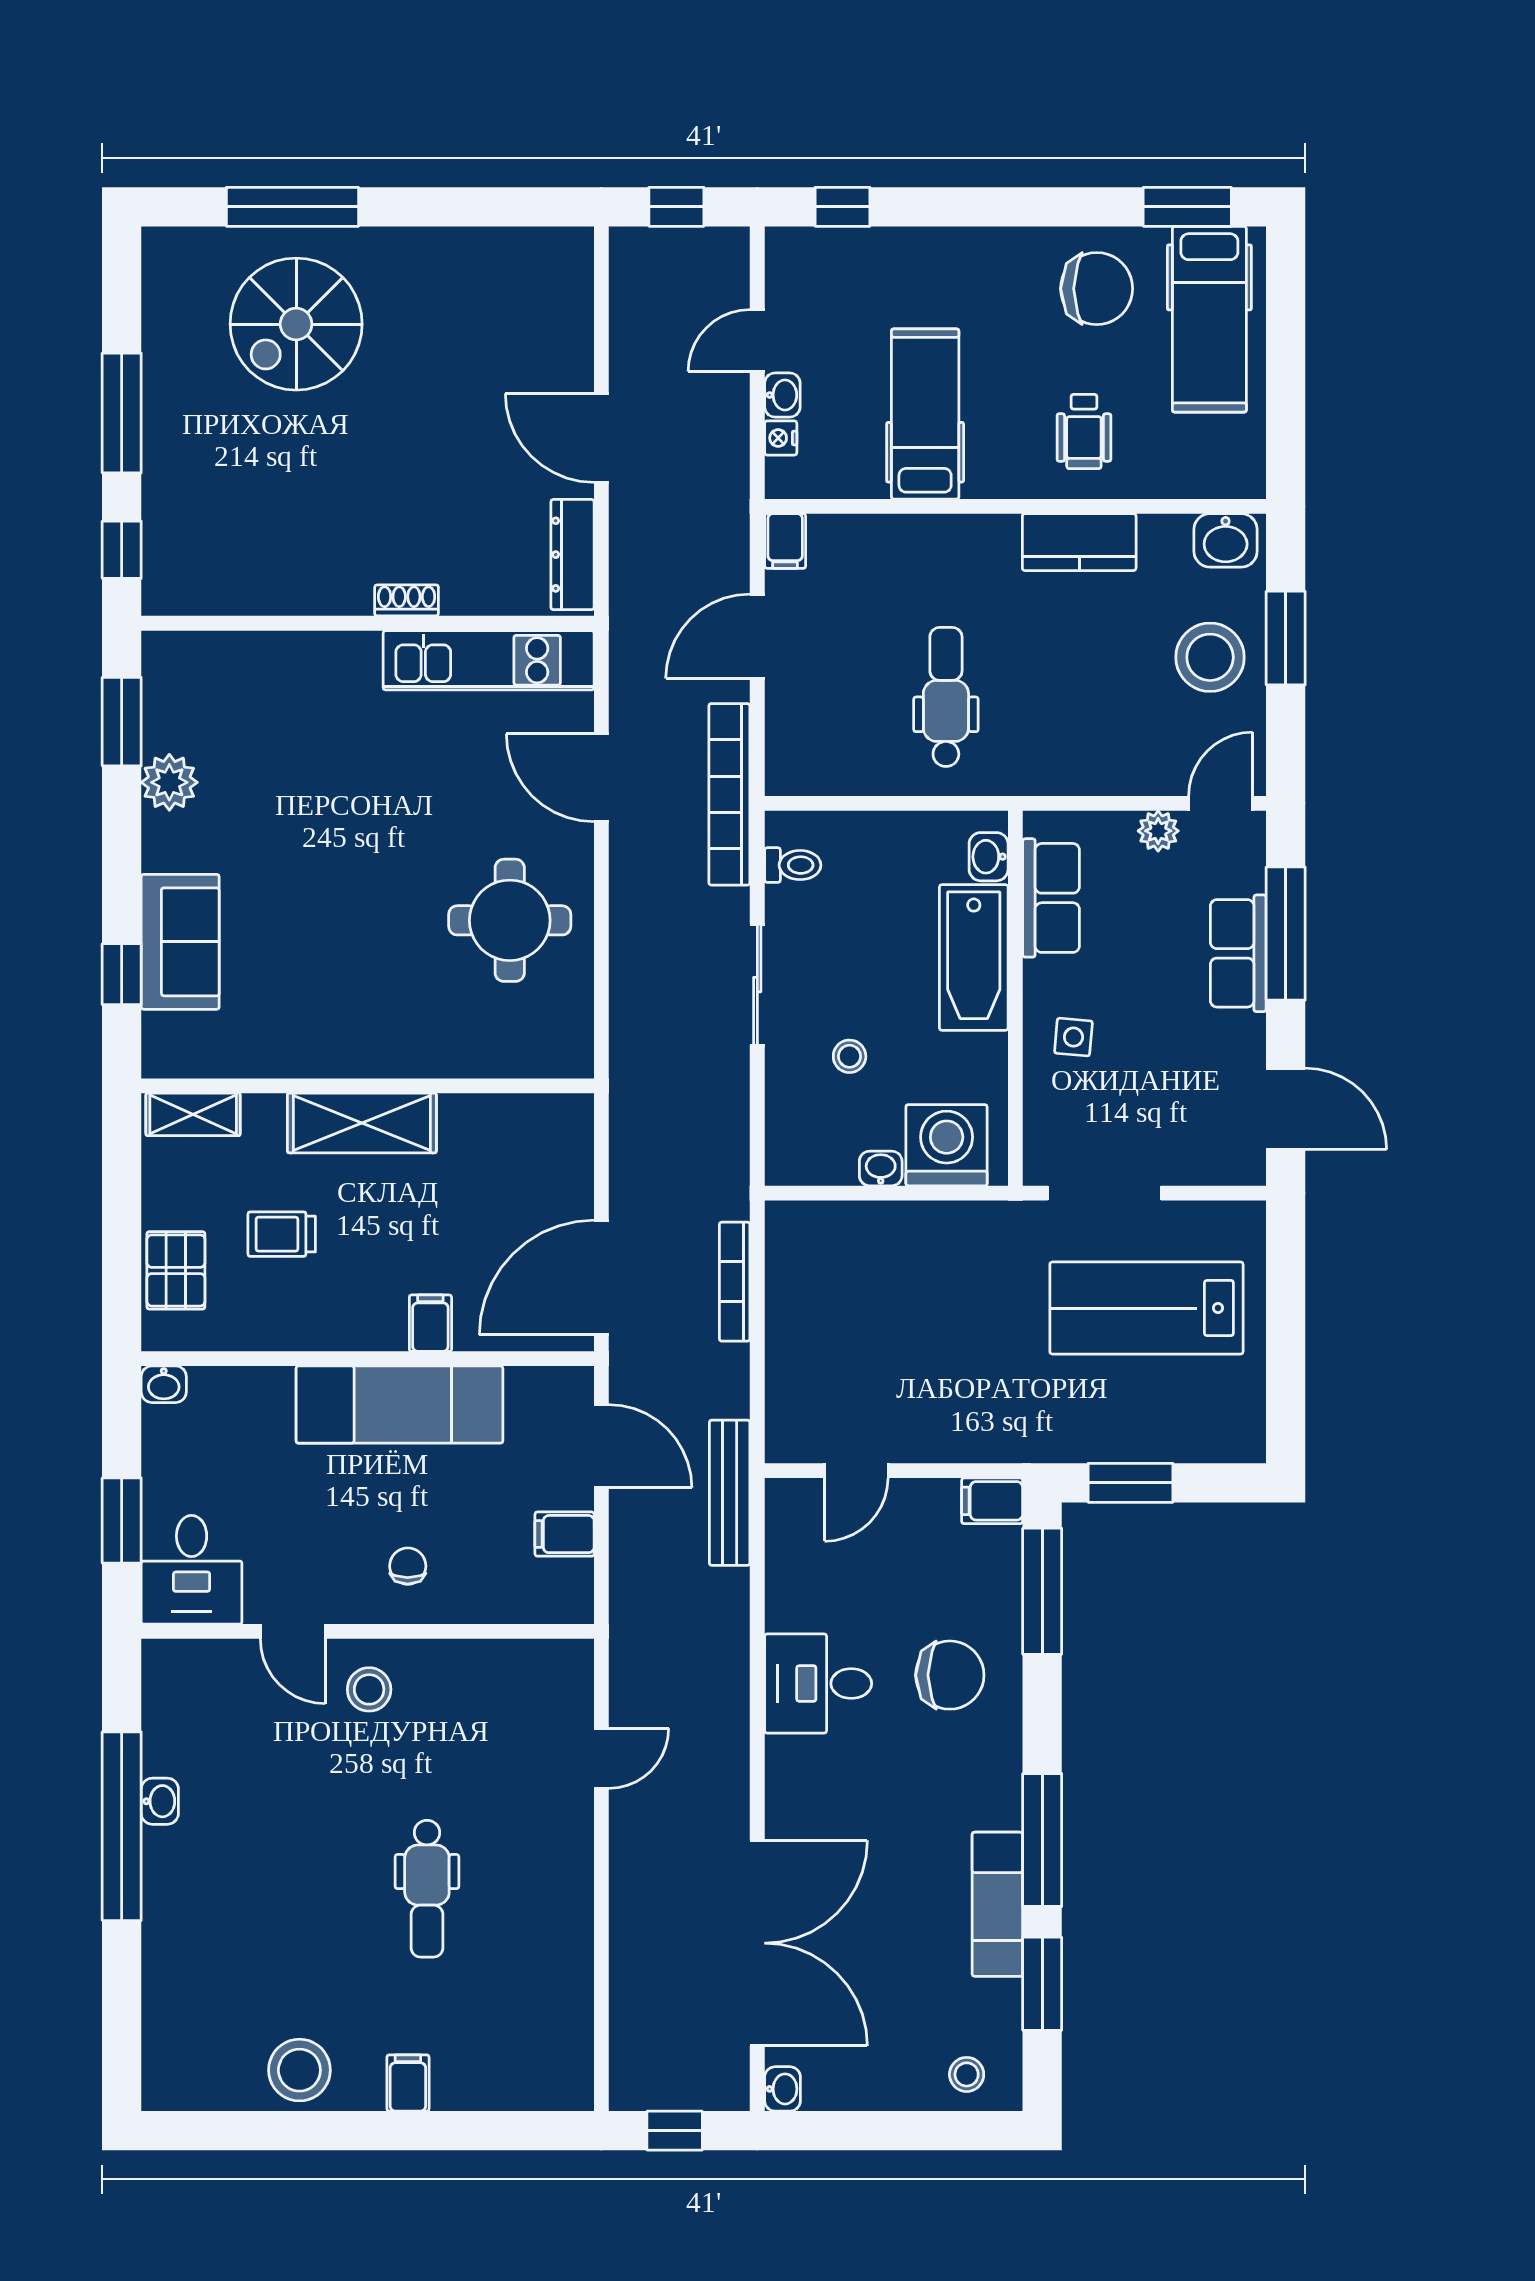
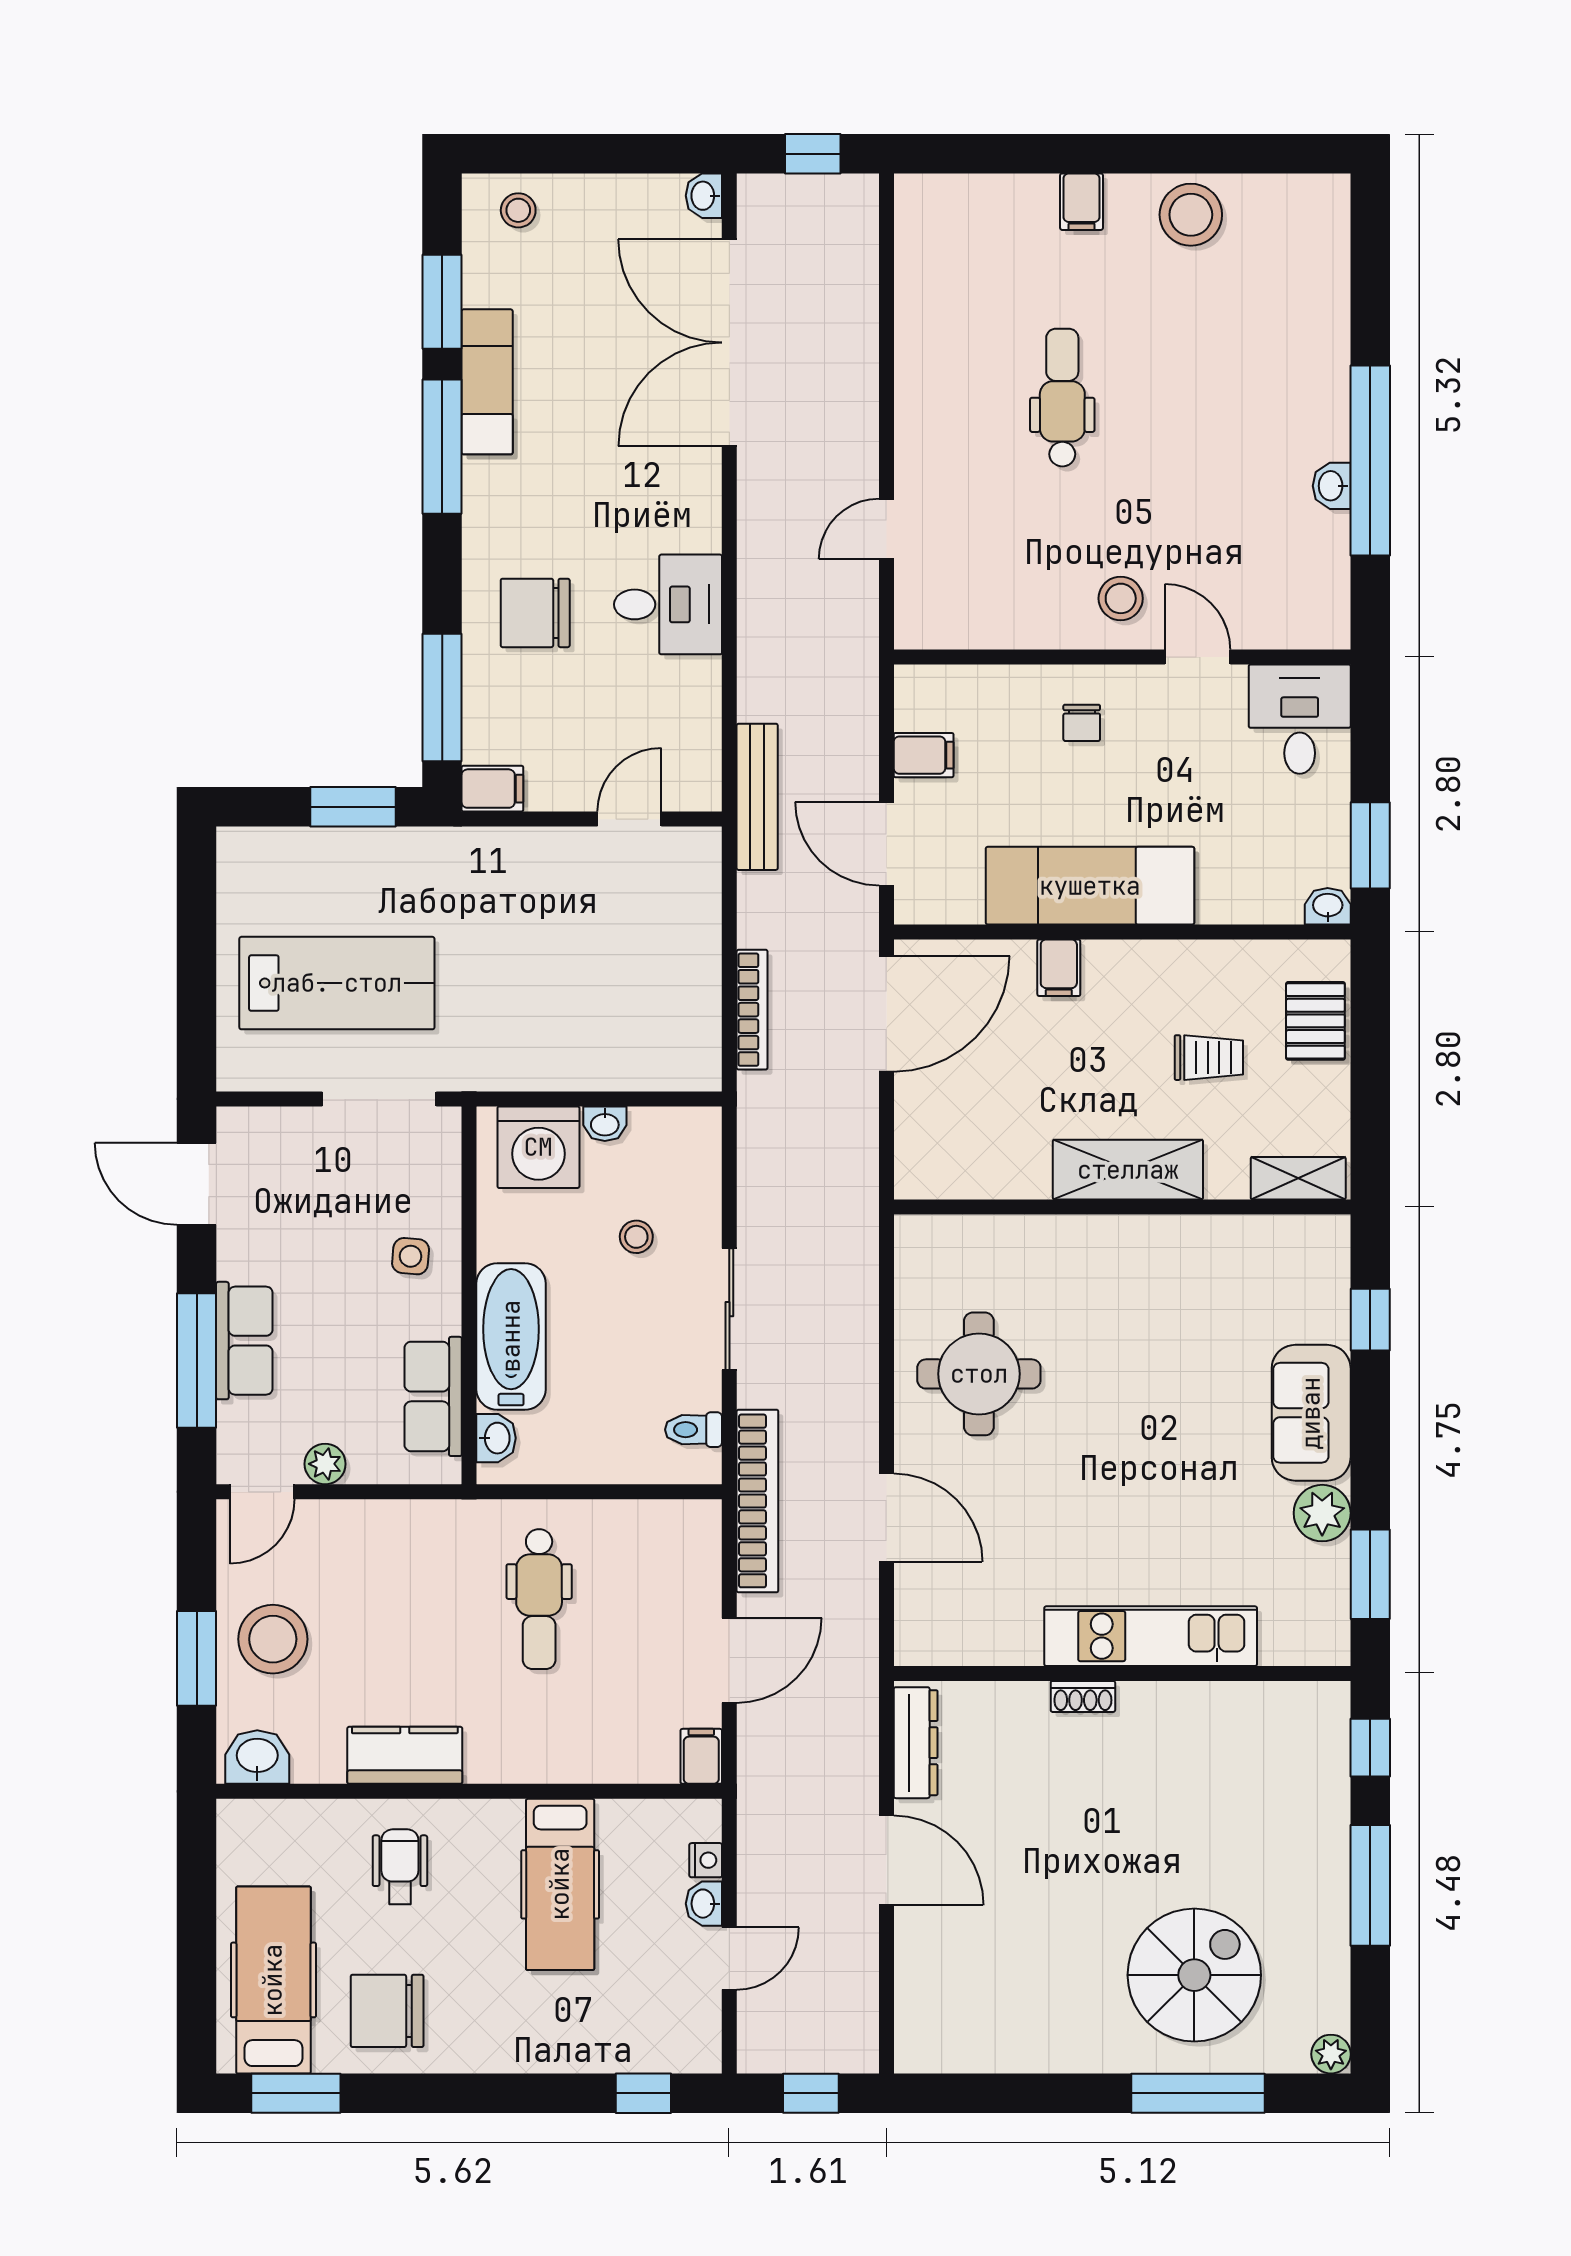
plant: (161, 246) -> (1331, 2054), added
kitchen unit: (489, 660) -> (1151, 1636), moved
sofa: (180, 942) -> (1311, 1413), moved
window: (122, 1520) -> (1370, 845), moved

